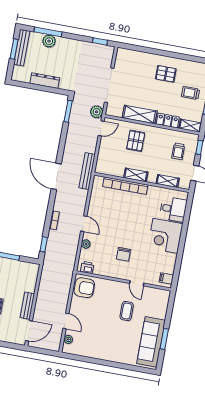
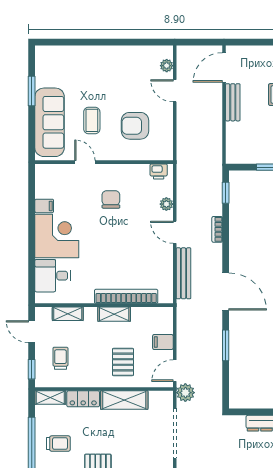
window: (68, 111) -> (226, 345), moved
filing cabinet: (106, 150) -> (163, 342), added
bench: (87, 171) -> (184, 273), moved
filing cabinet: (166, 278) -> (44, 206), moved
armchair: (84, 288) -> (135, 126), moved
sofa: (151, 342) -> (50, 122), moved

